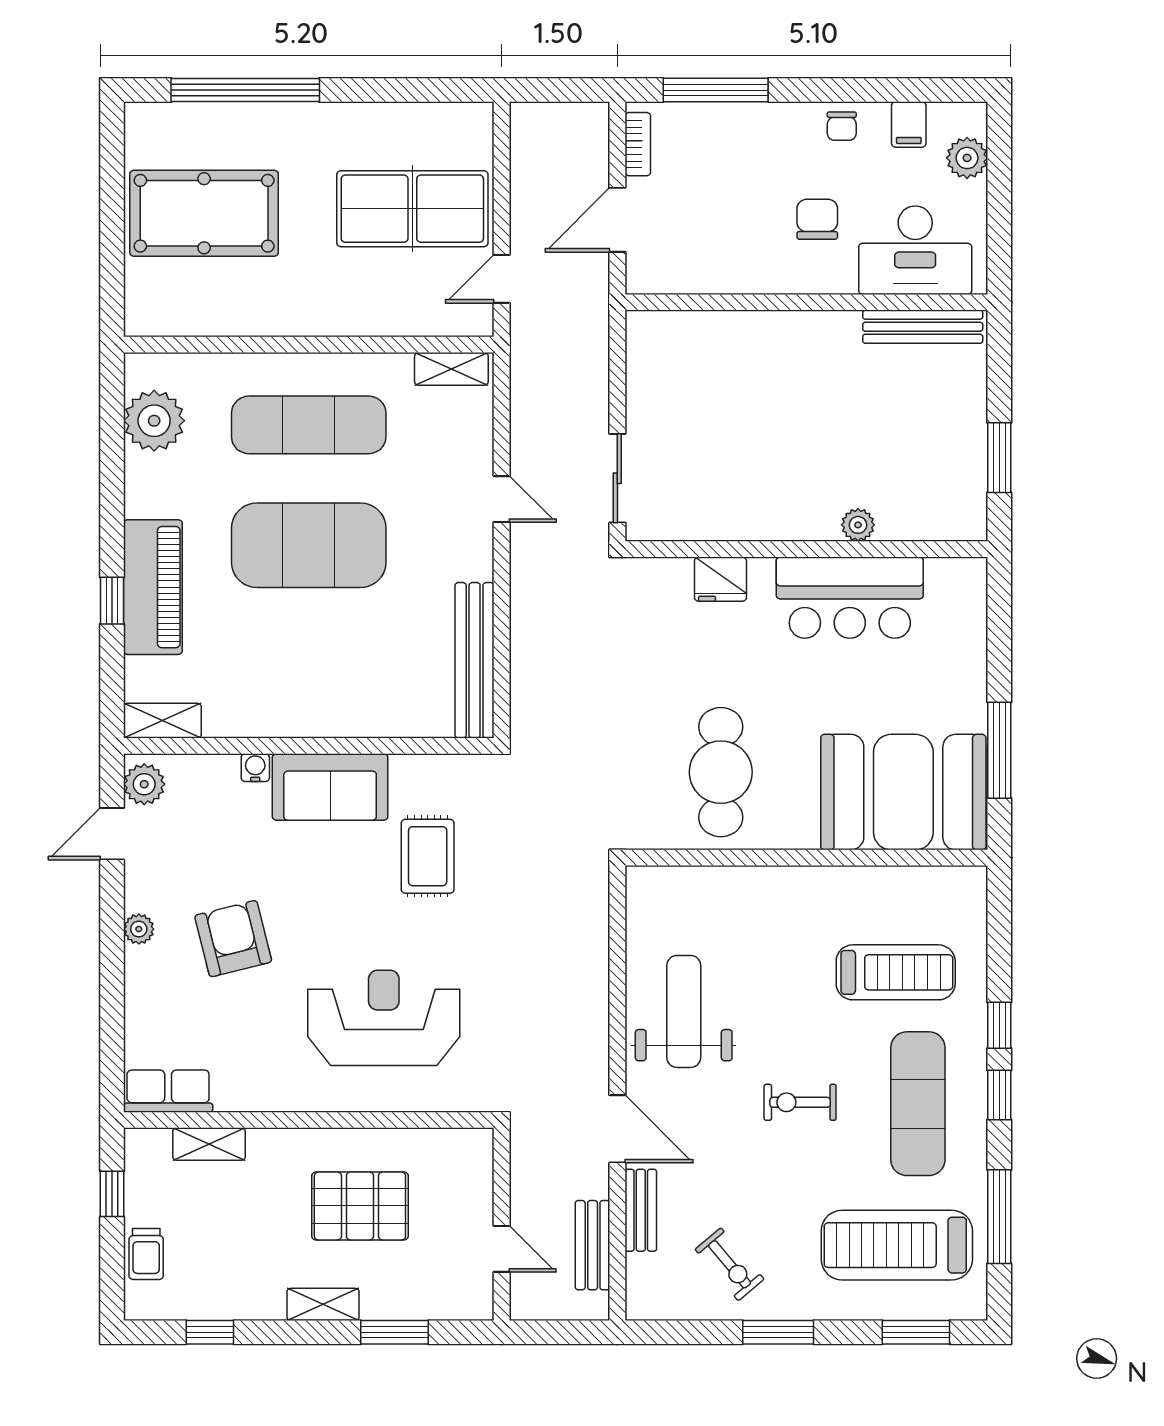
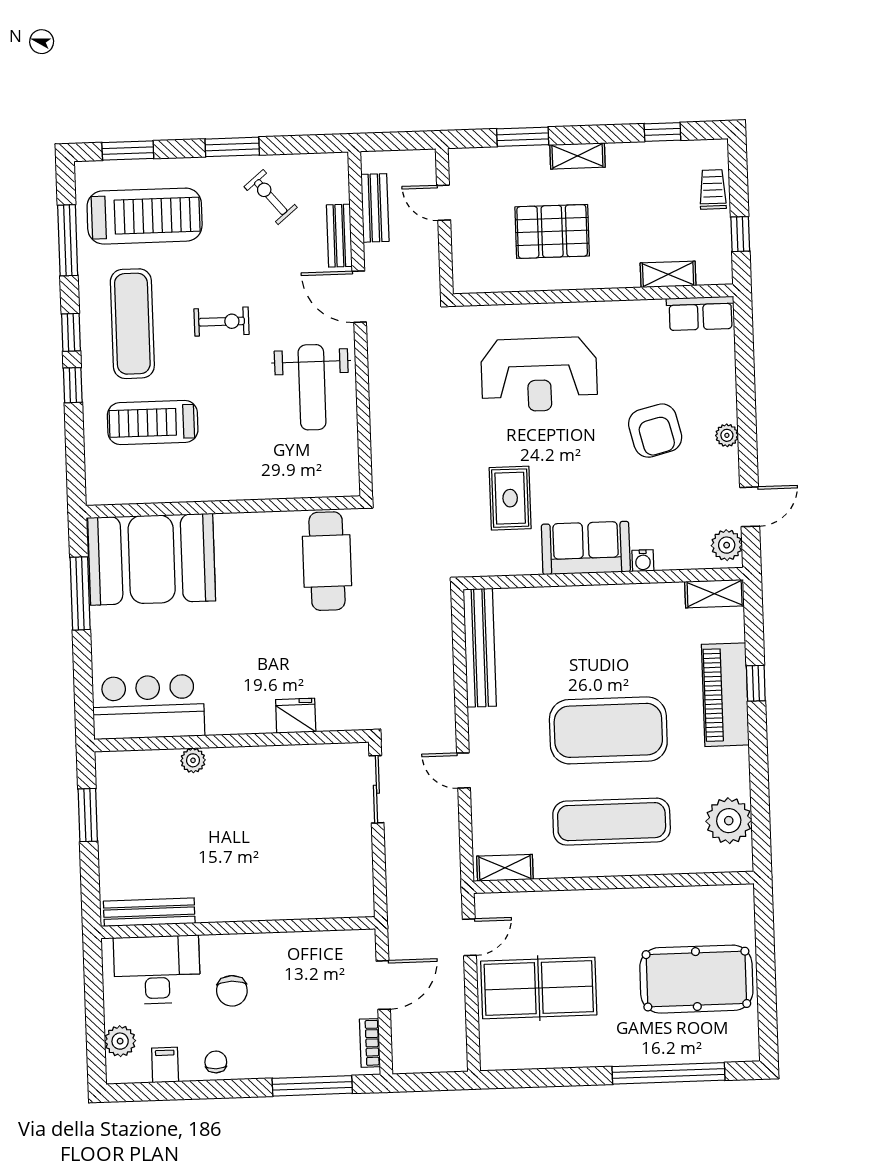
bar counter: (850, 598) -> (148, 707), moved
cafe table: (721, 772) -> (327, 561), moved

